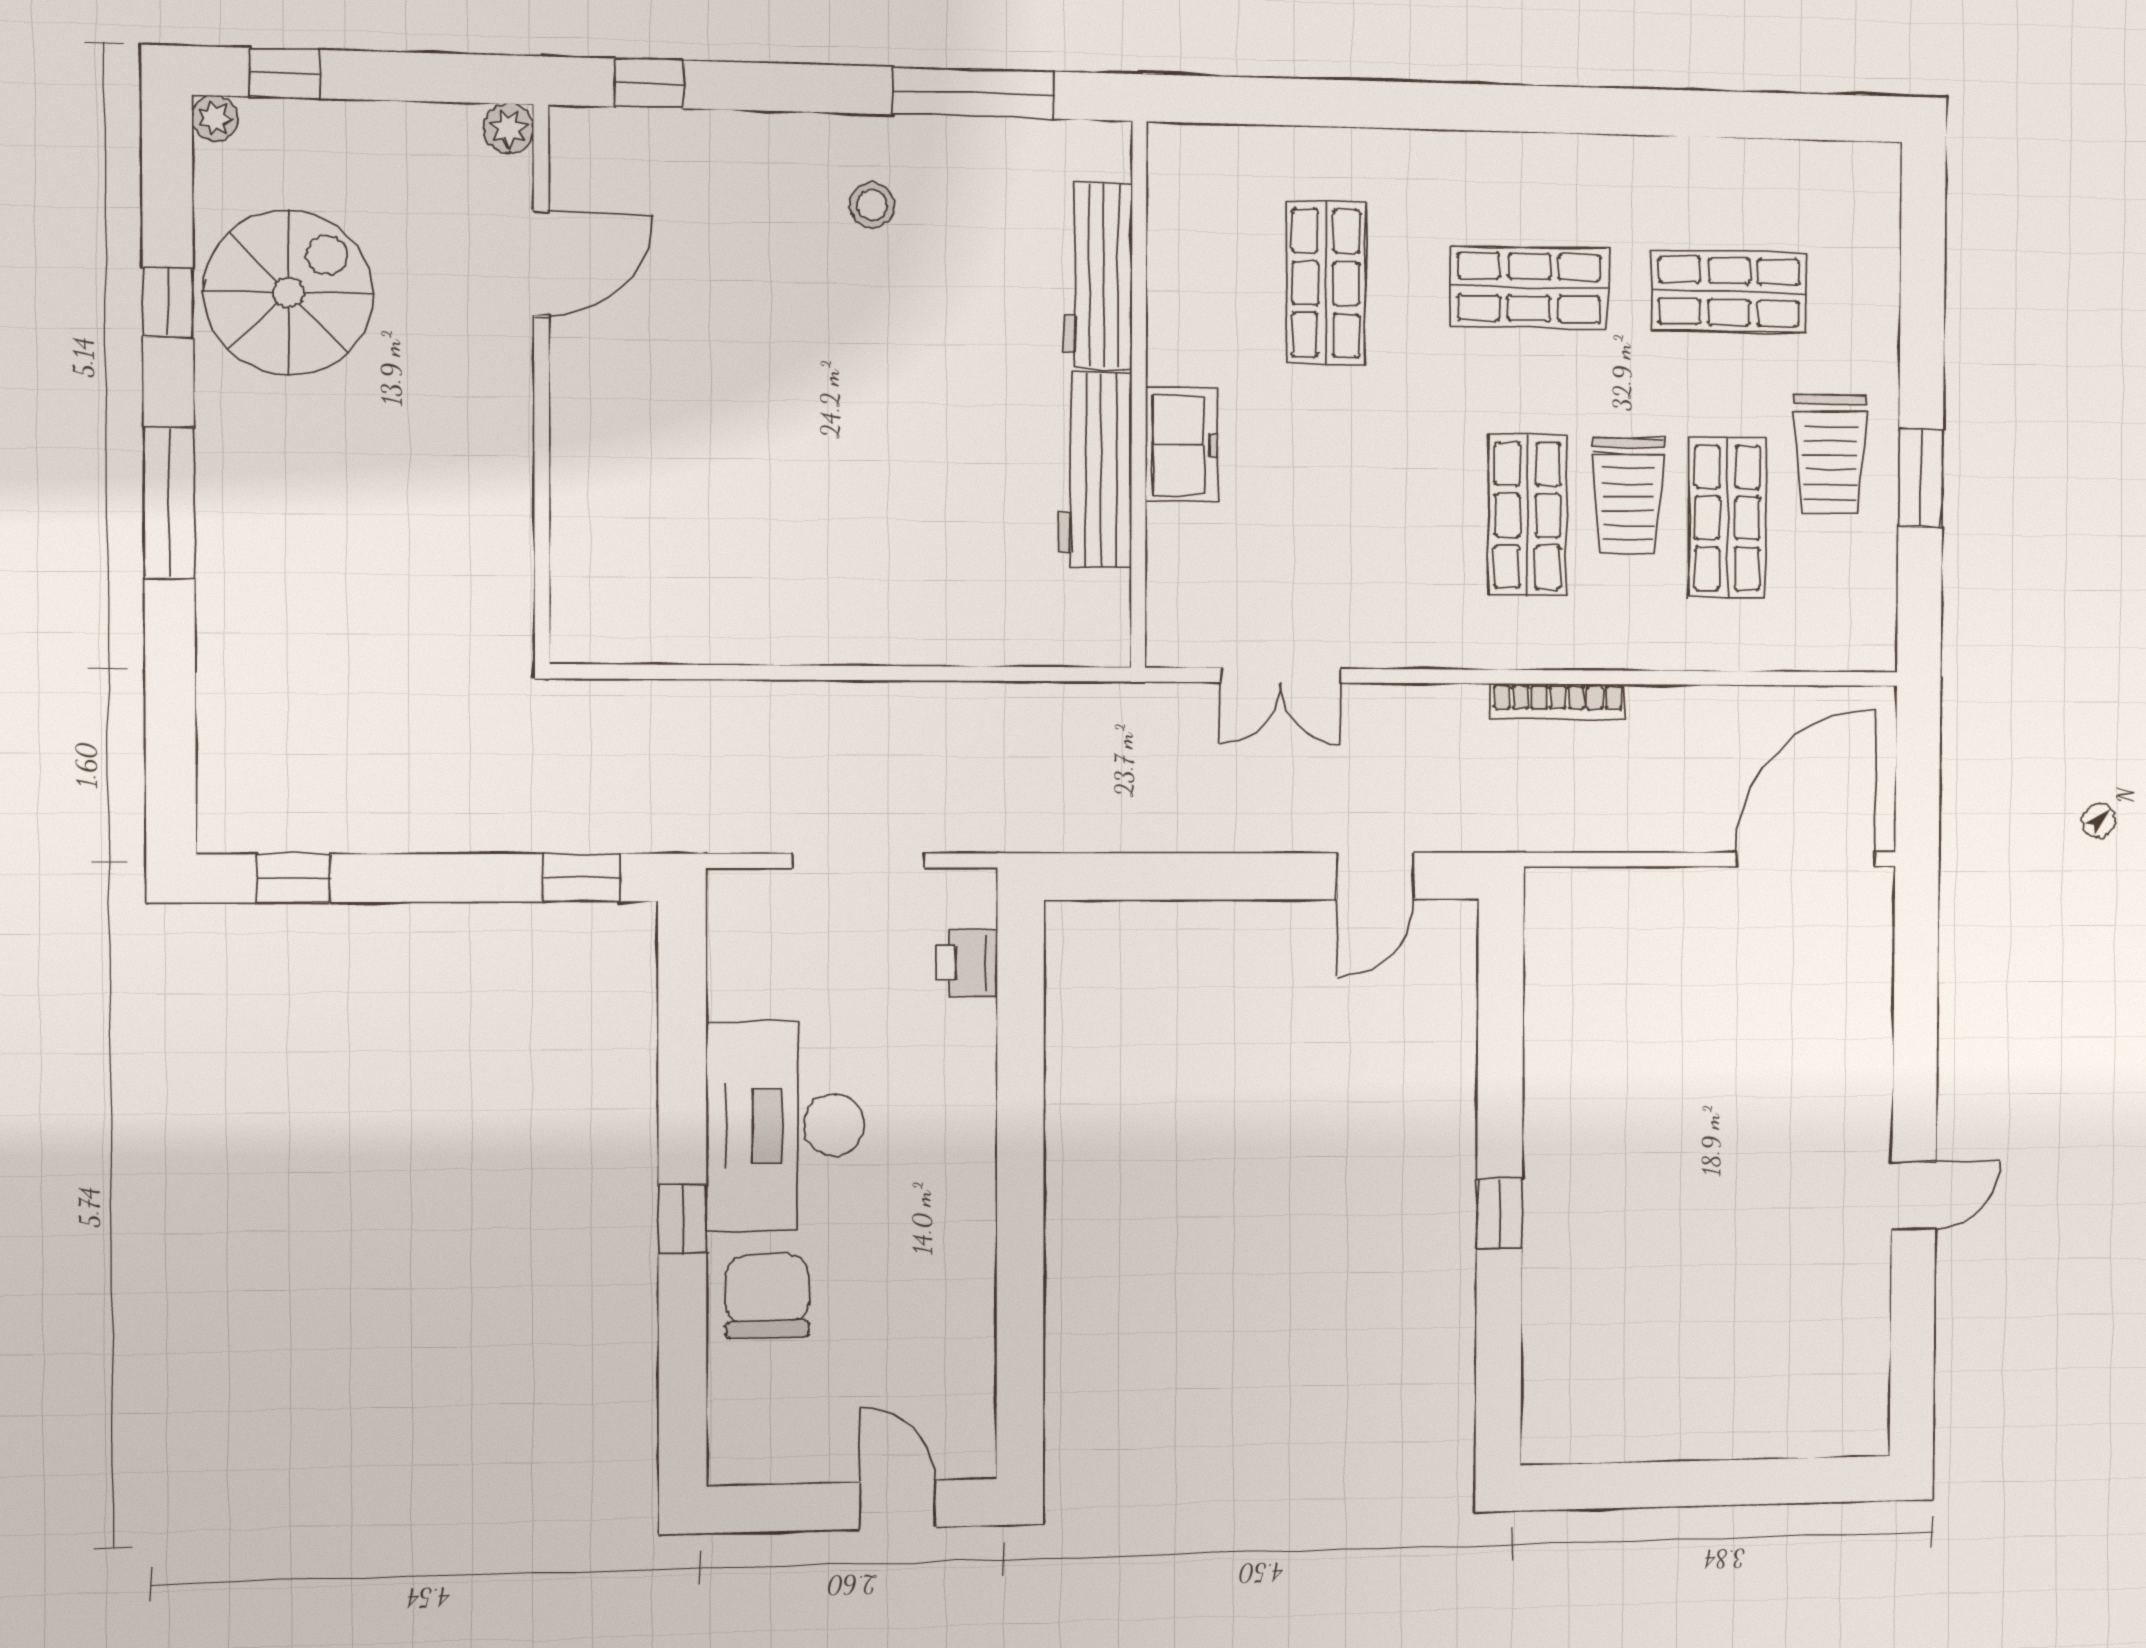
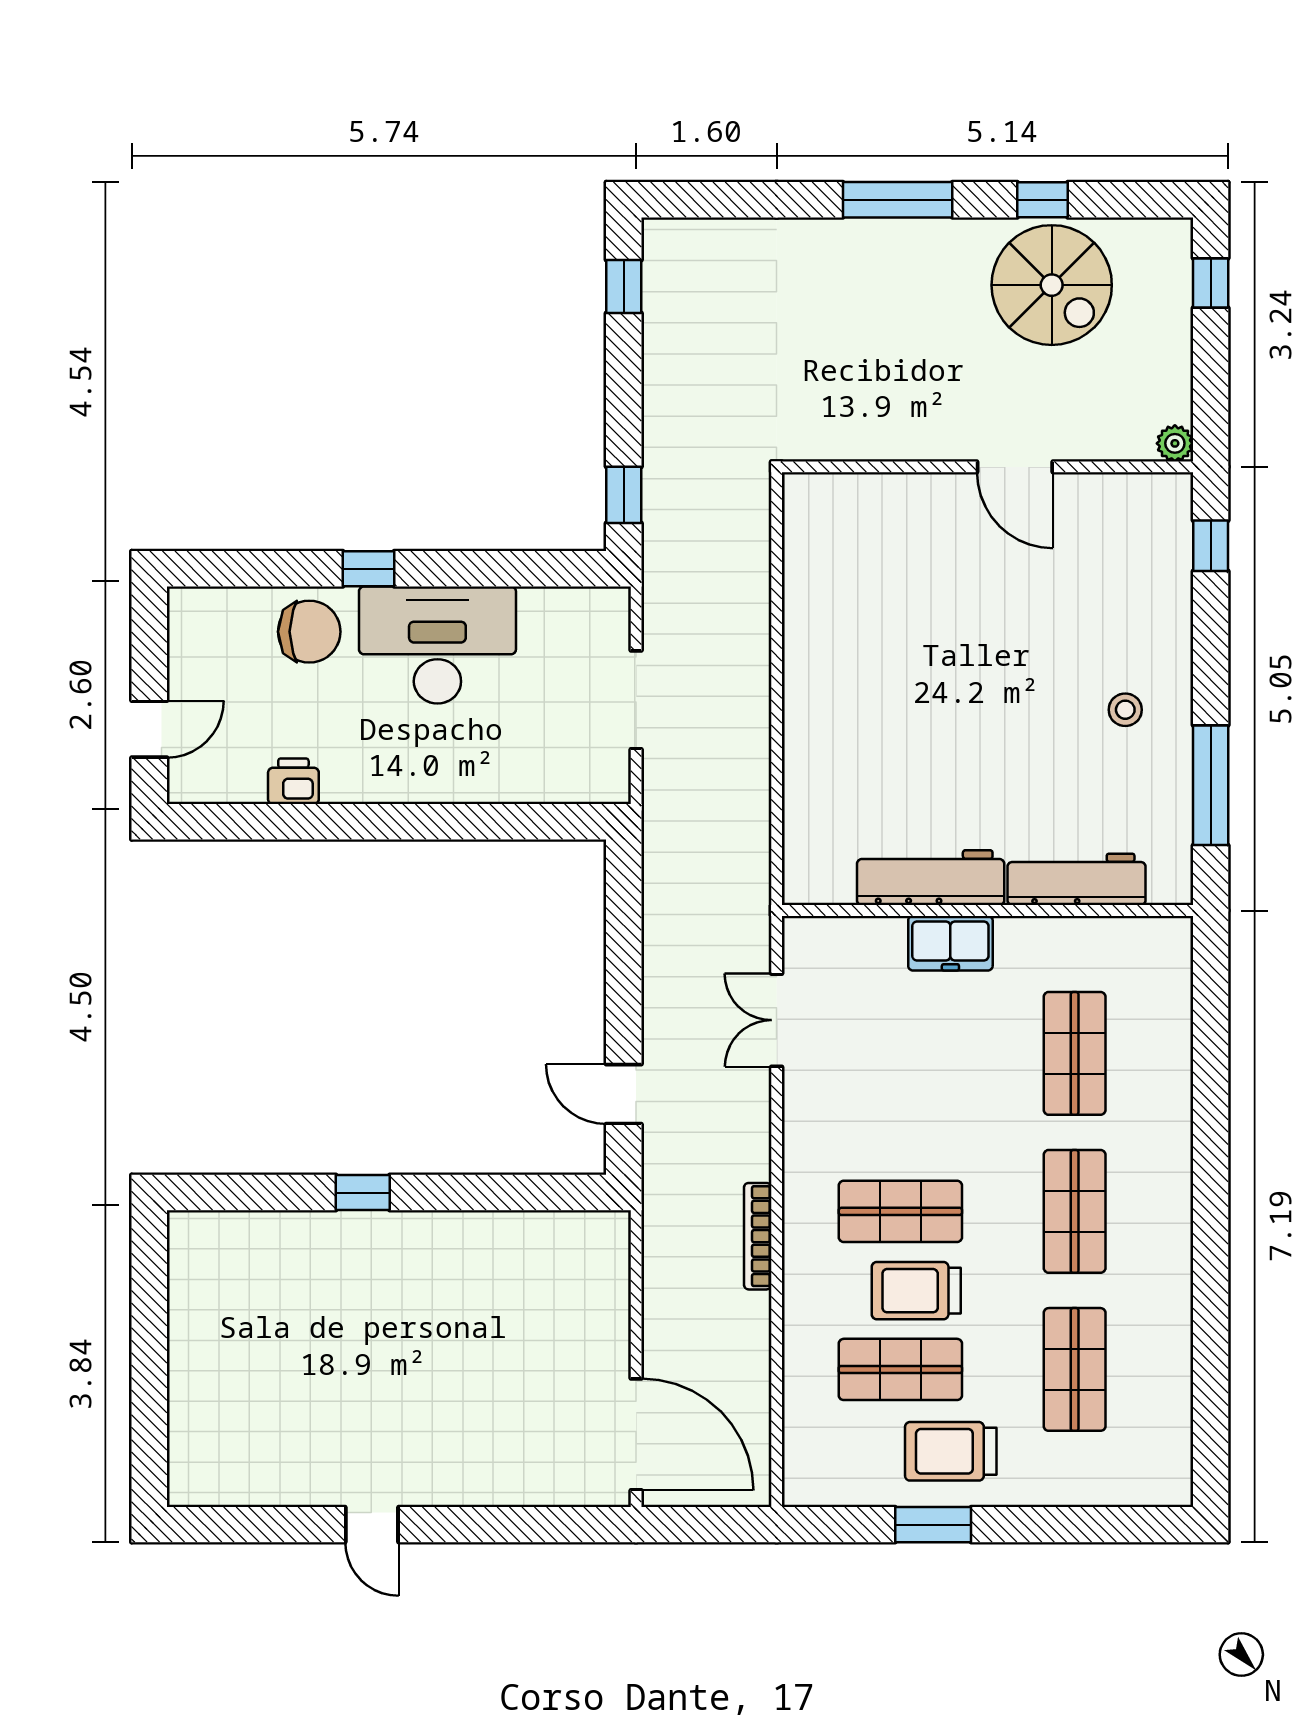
plant: (215, 118) -> (1177, 234), removed
door: (541, 264) -> (1015, 467), moved
shop shelf: (1326, 283) -> (1075, 1053), turned 90
printer: (967, 963) -> (293, 781), moved

